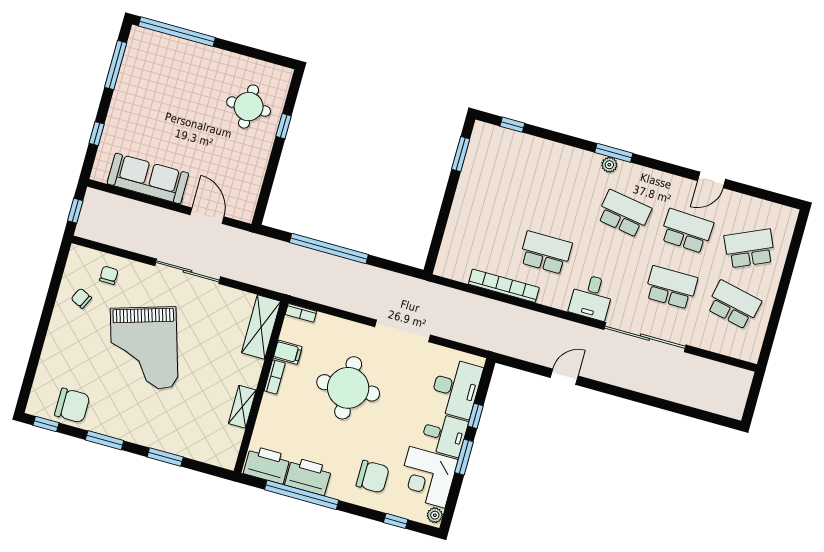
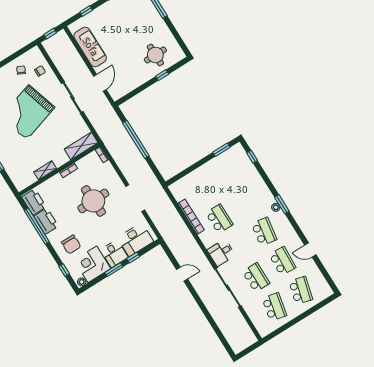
school desk: (749, 248) -> (301, 290), turned 39
filing cabinet: (288, 352) -> (82, 165), removed

